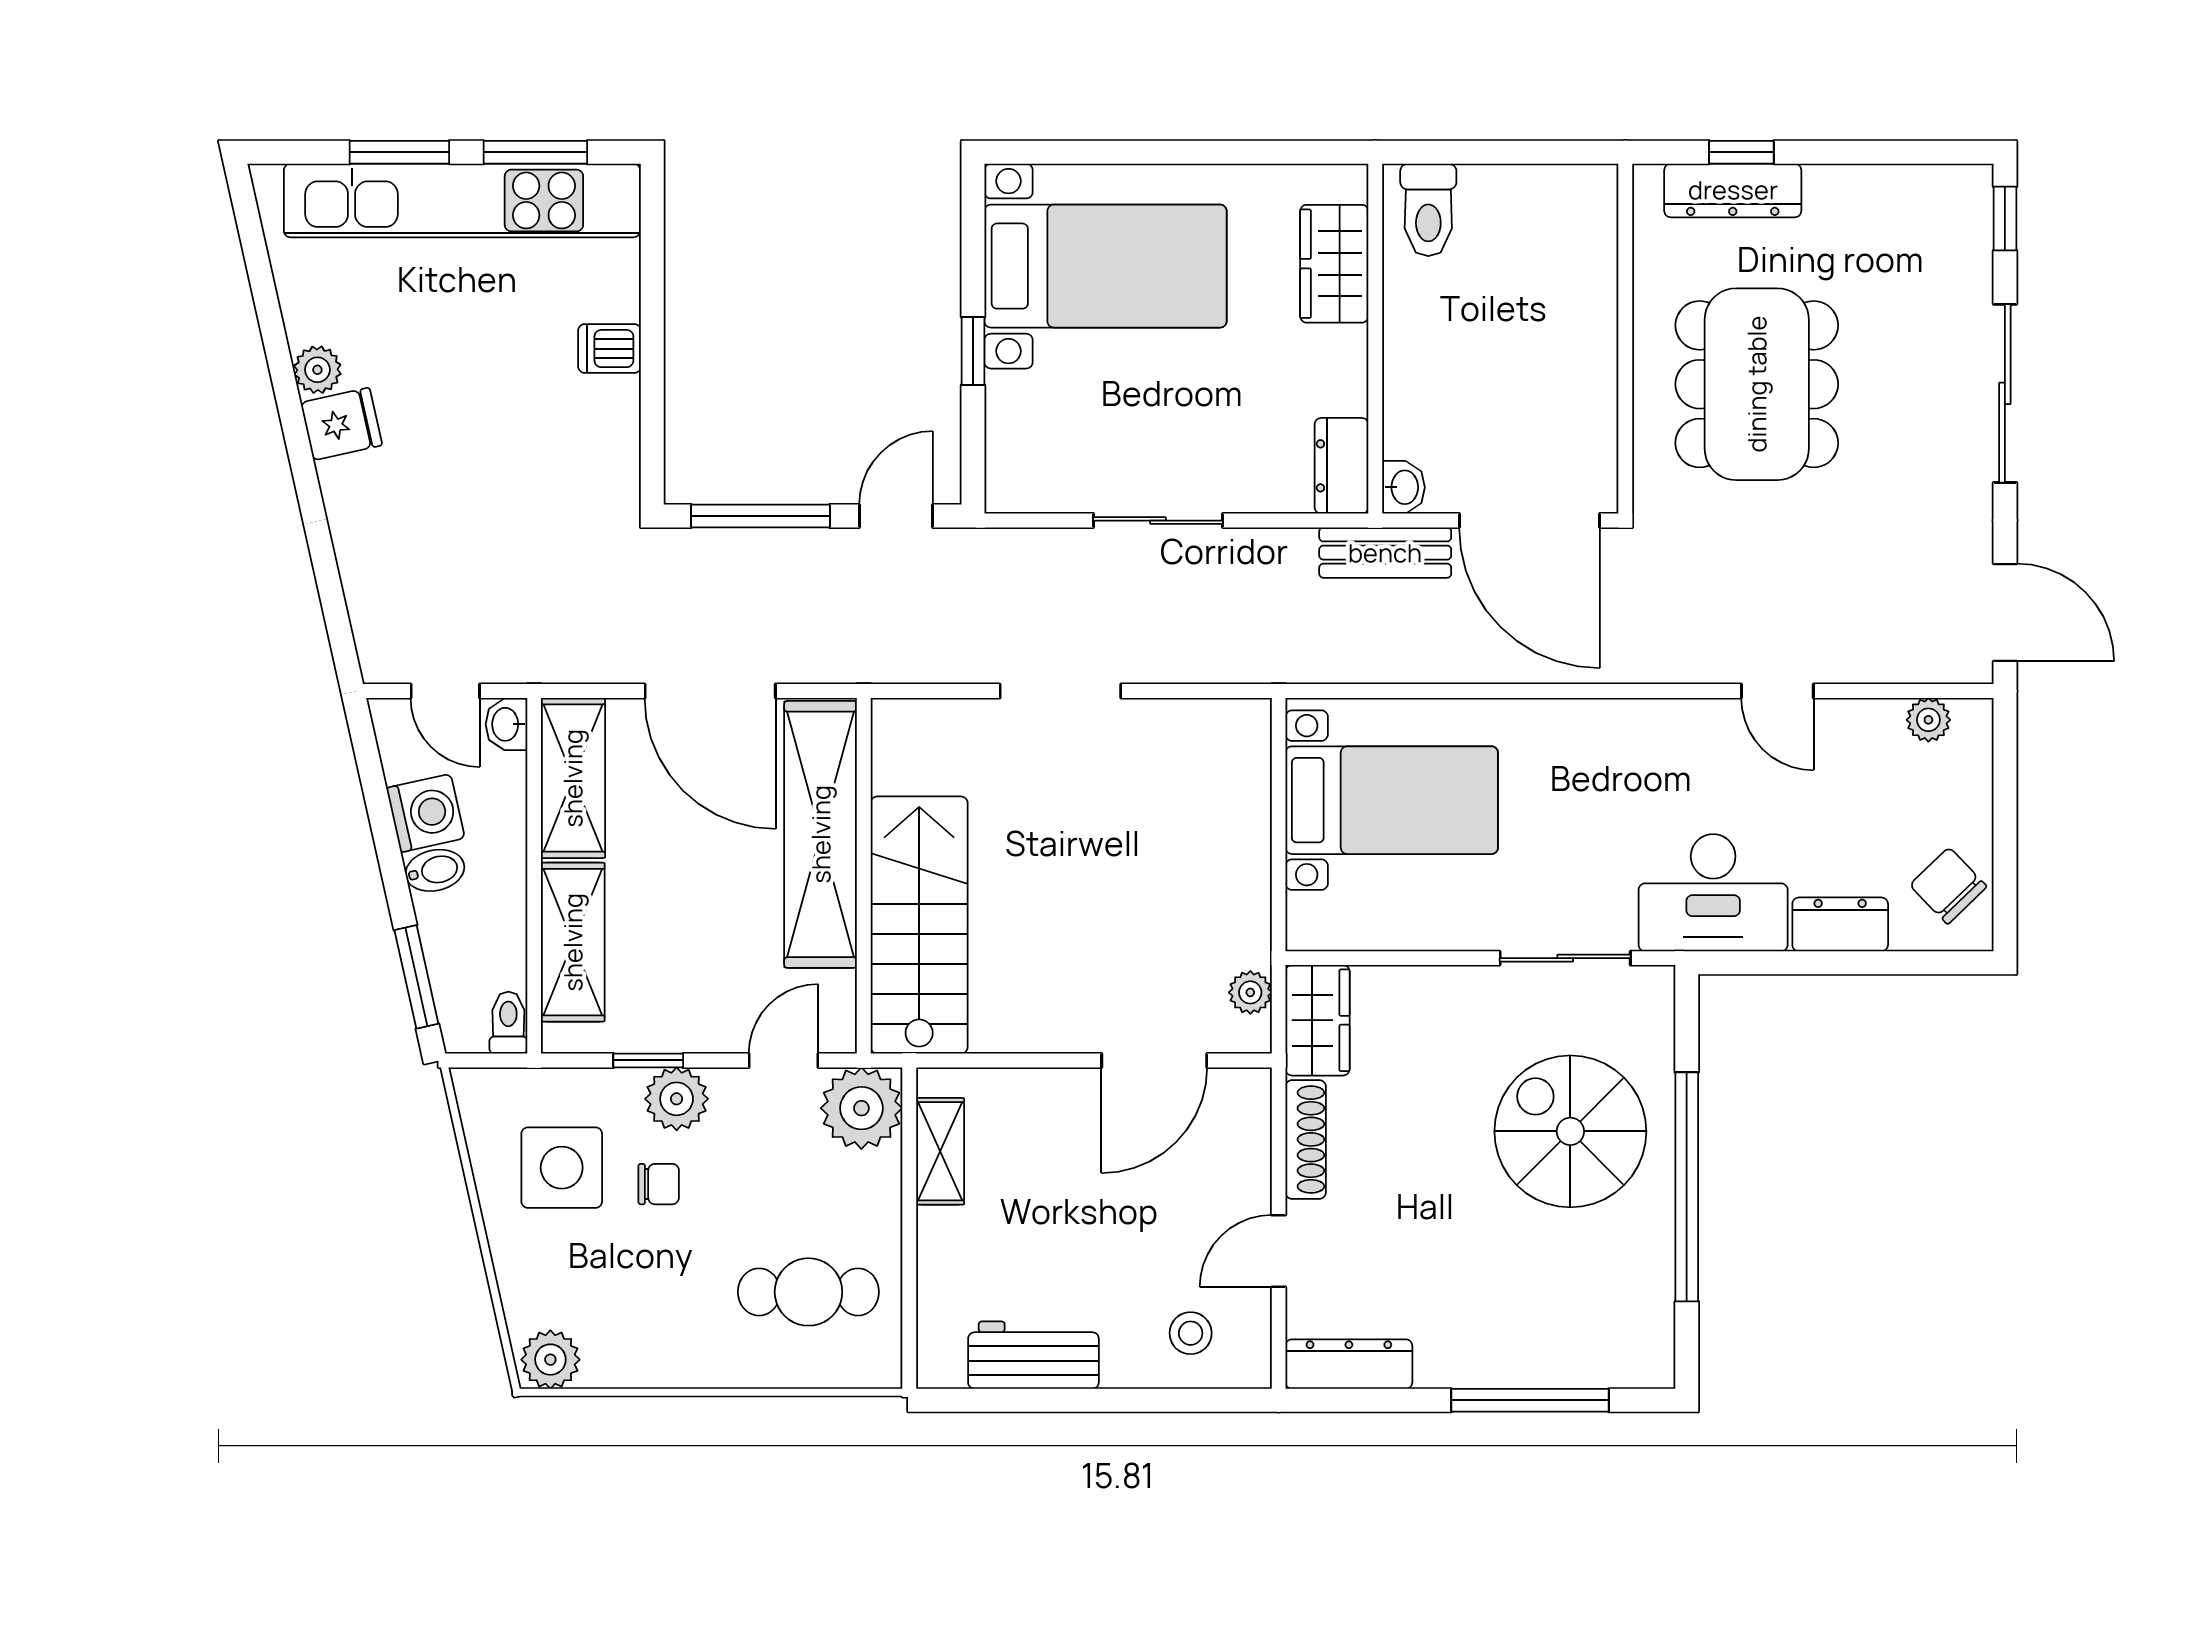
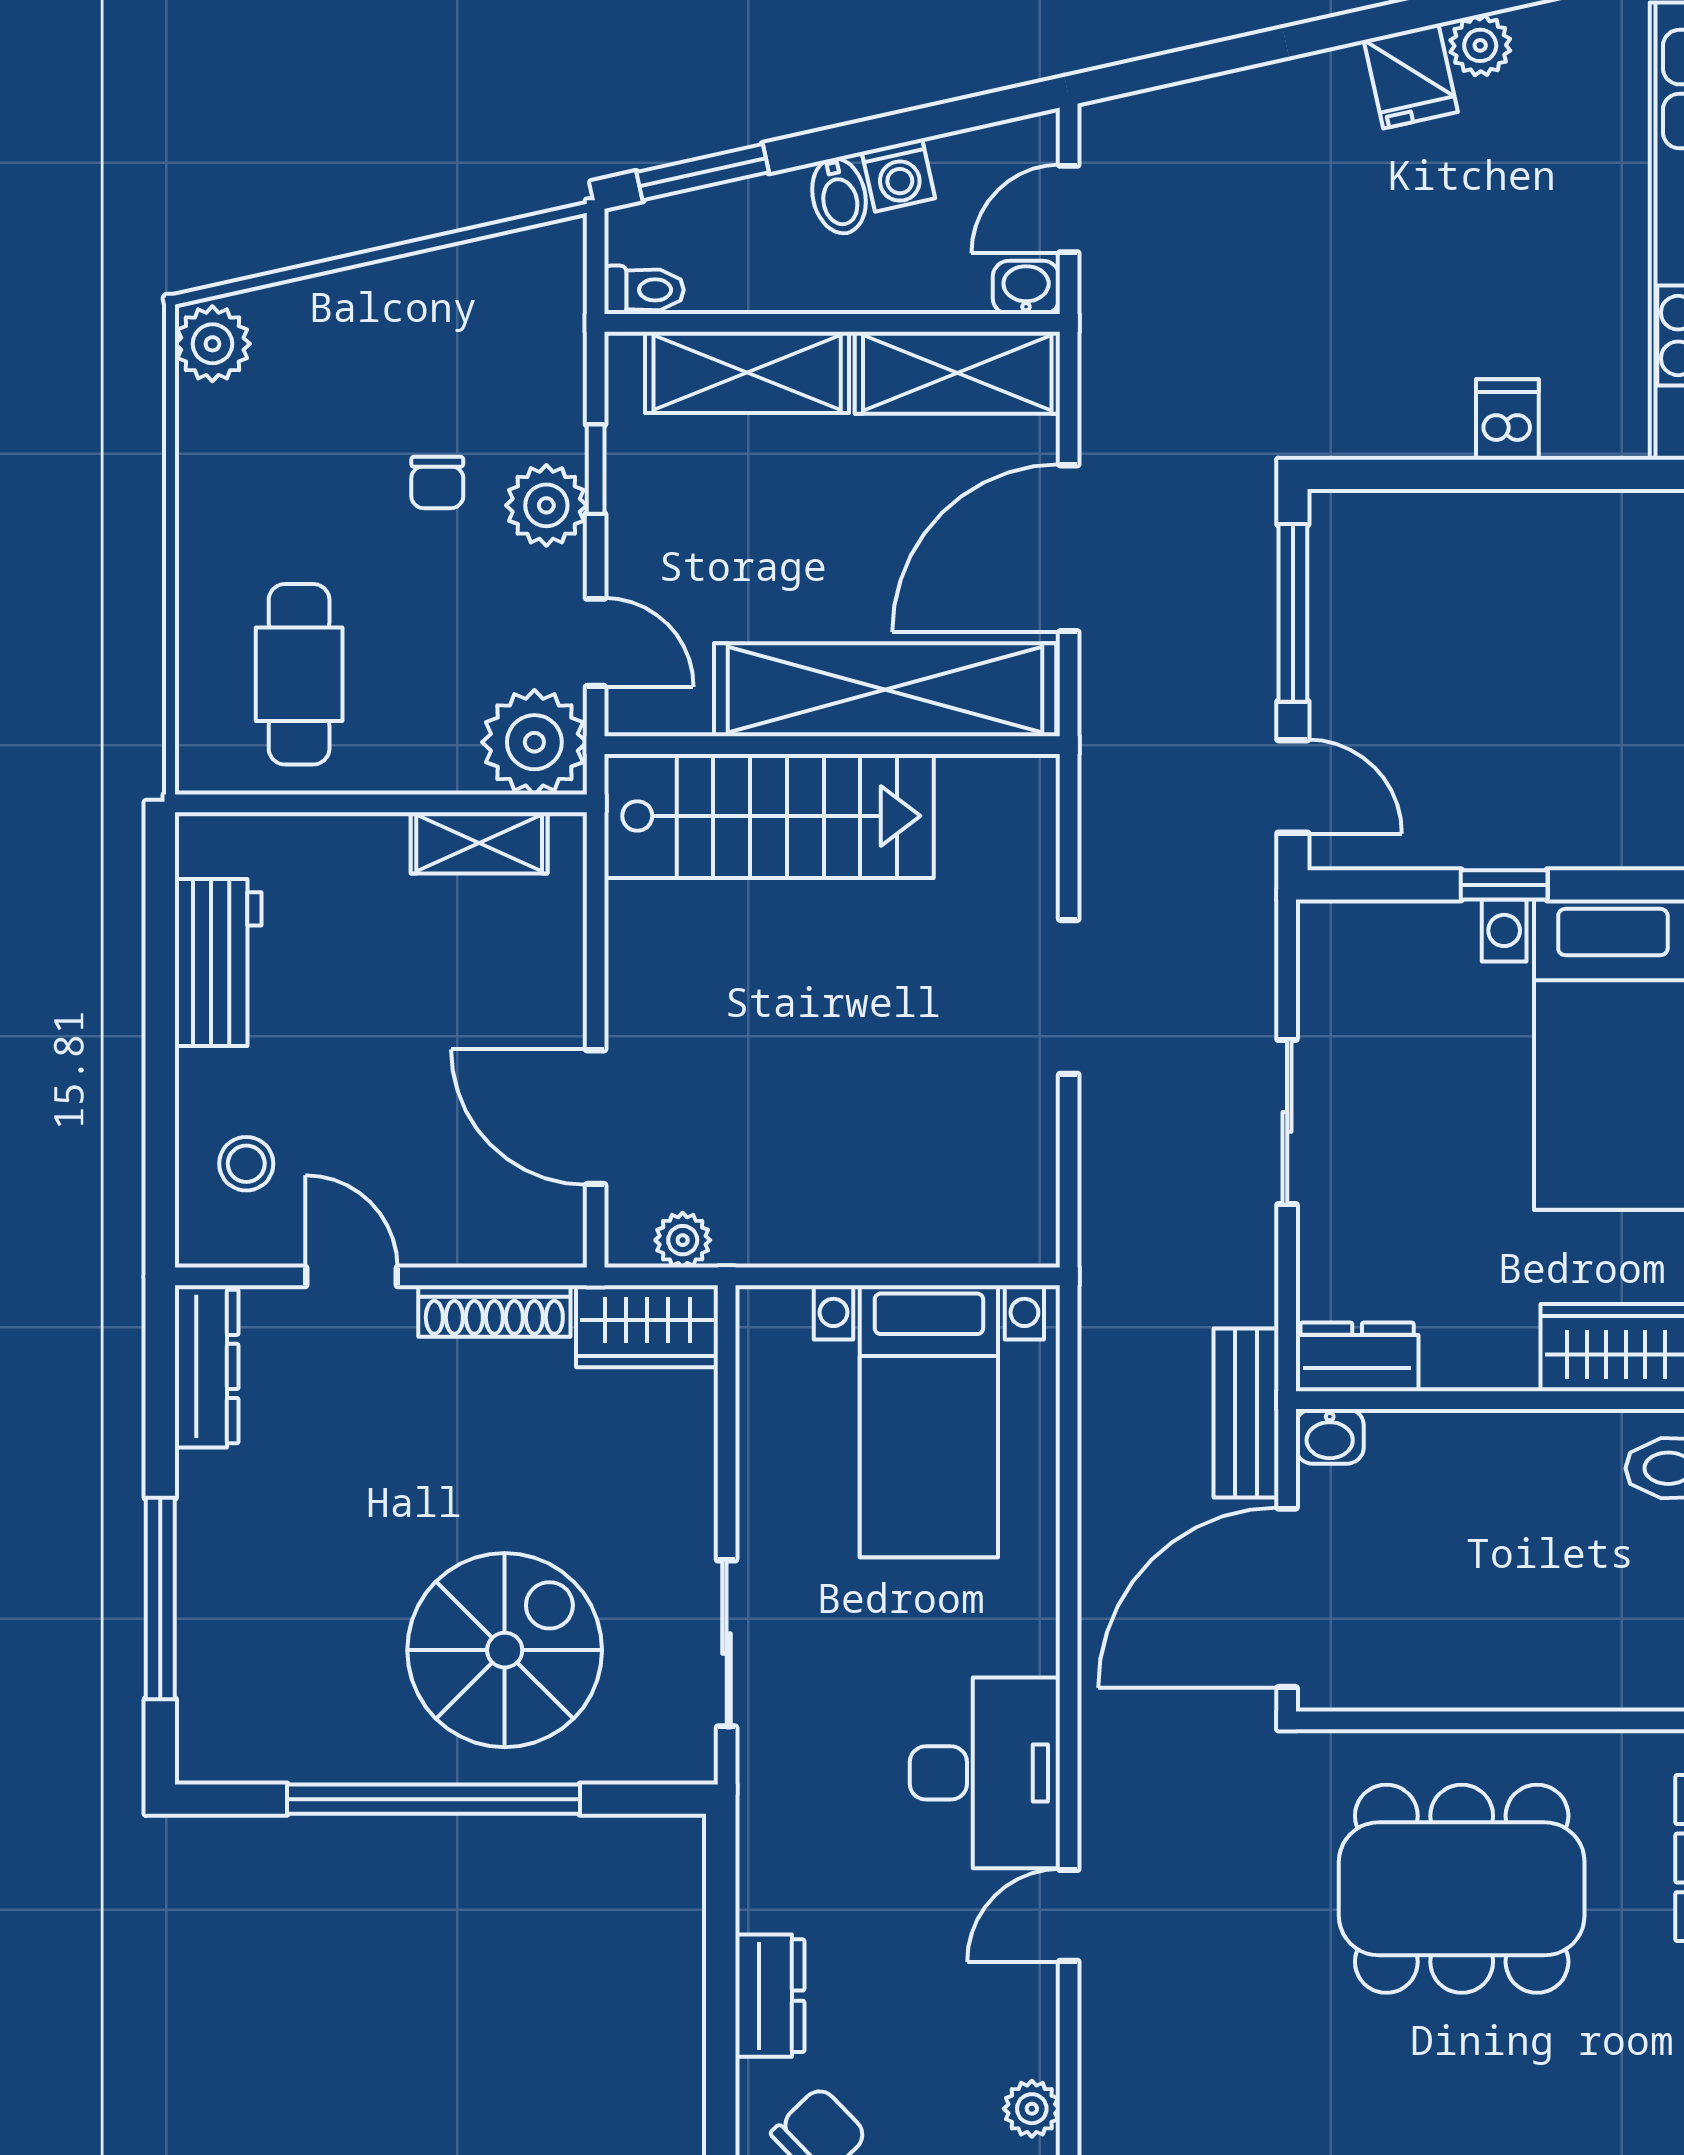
washing machine: (426, 813) -> (898, 175), width x0.73, depth x0.73
desk: (1713, 893) -> (985, 1773), moved, turned 180
side table: (562, 1168) -> (458, 358), removed

